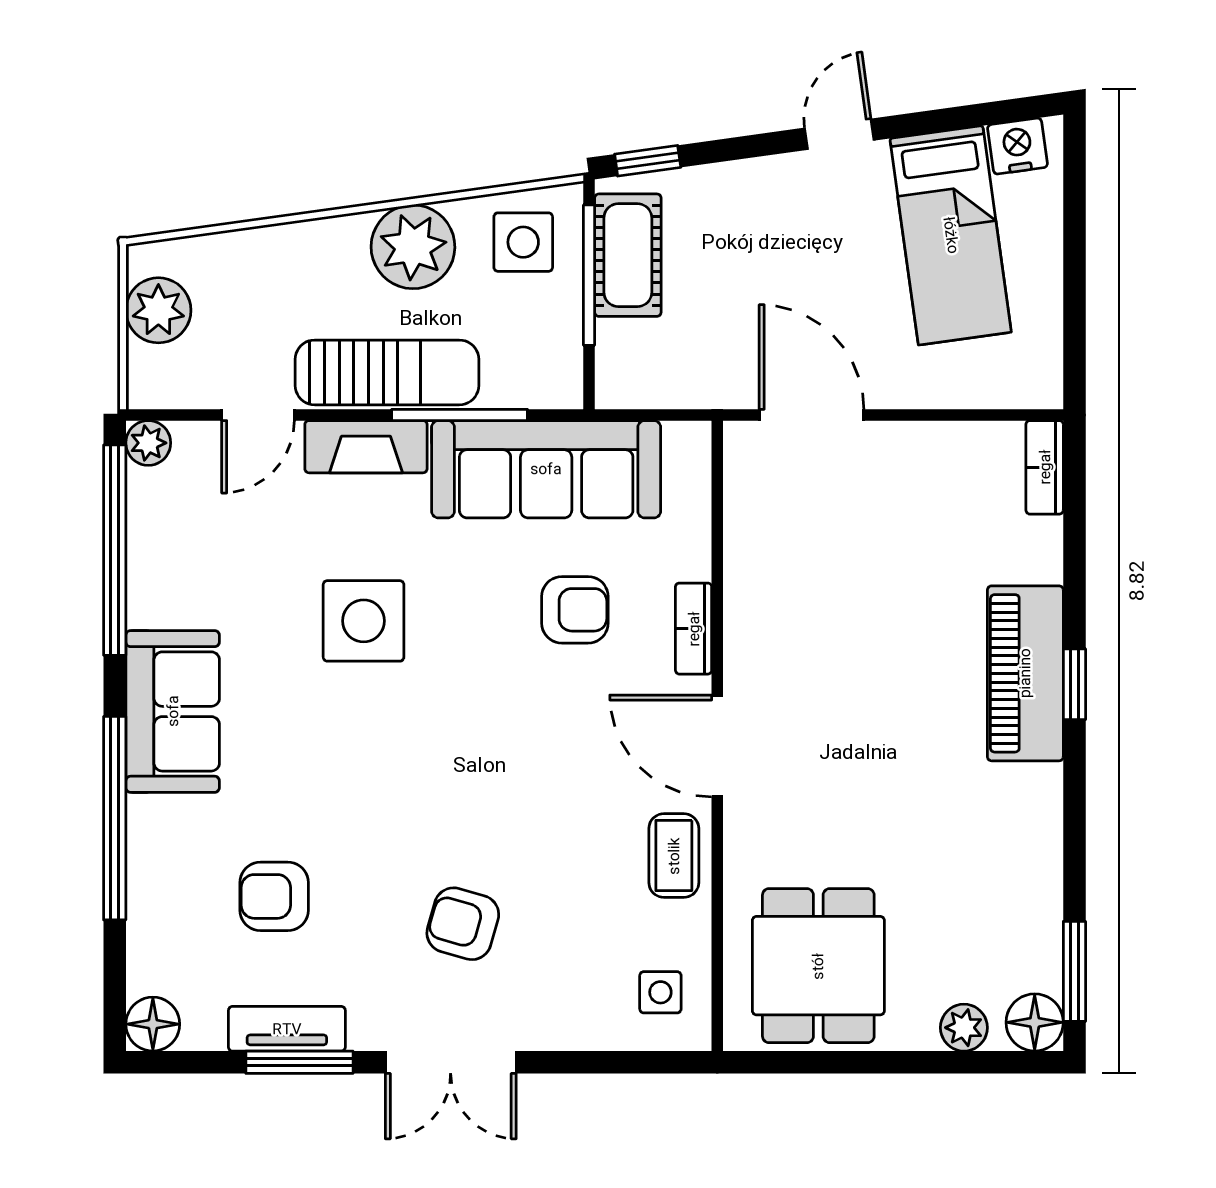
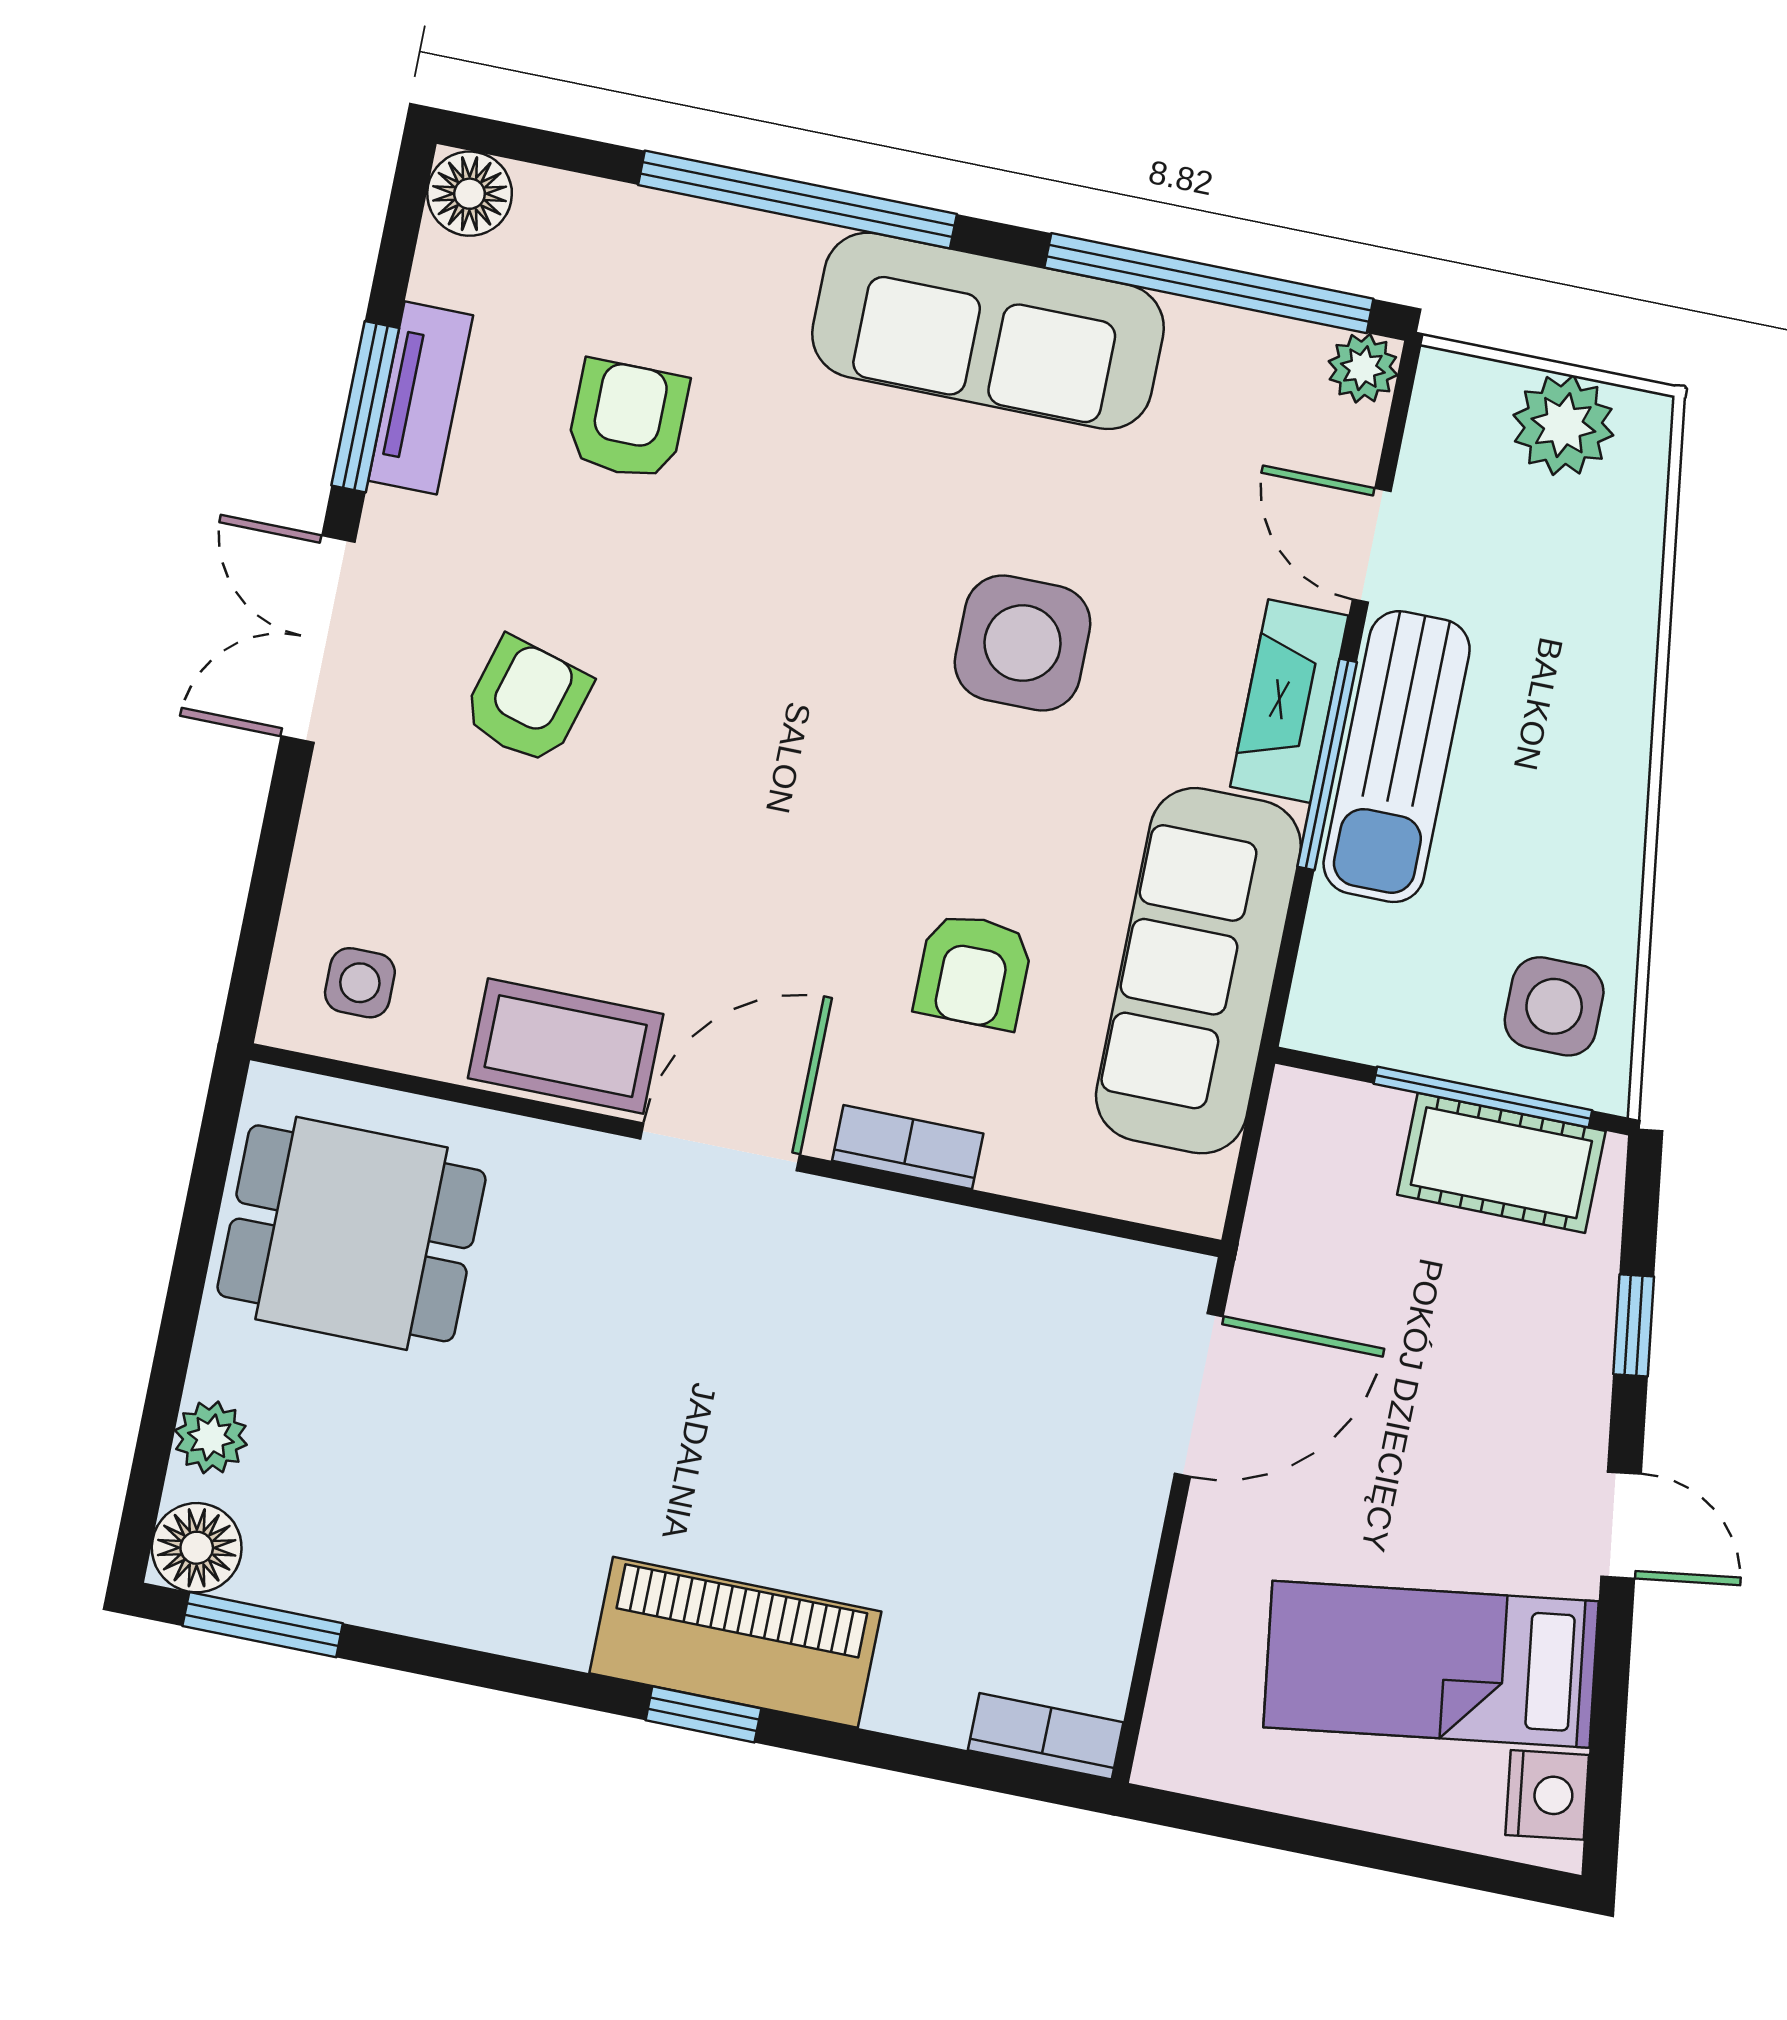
window: (648, 161) -> (1634, 1325), moved
plant: (413, 247) -> (1581, 836), removed
window: (460, 415) -> (1327, 764), moved
sofa: (173, 711) -> (988, 331), width x1.36
coffee table: (674, 856) -> (566, 1046), width x1.36, depth x1.30

